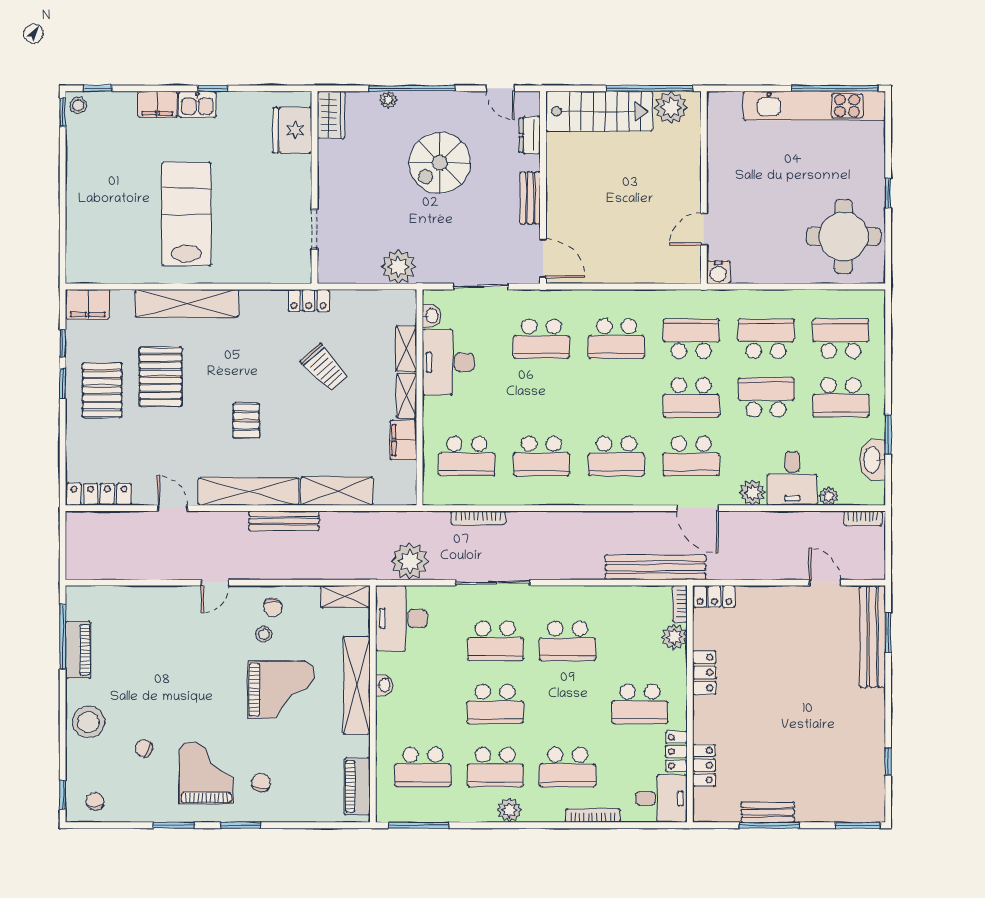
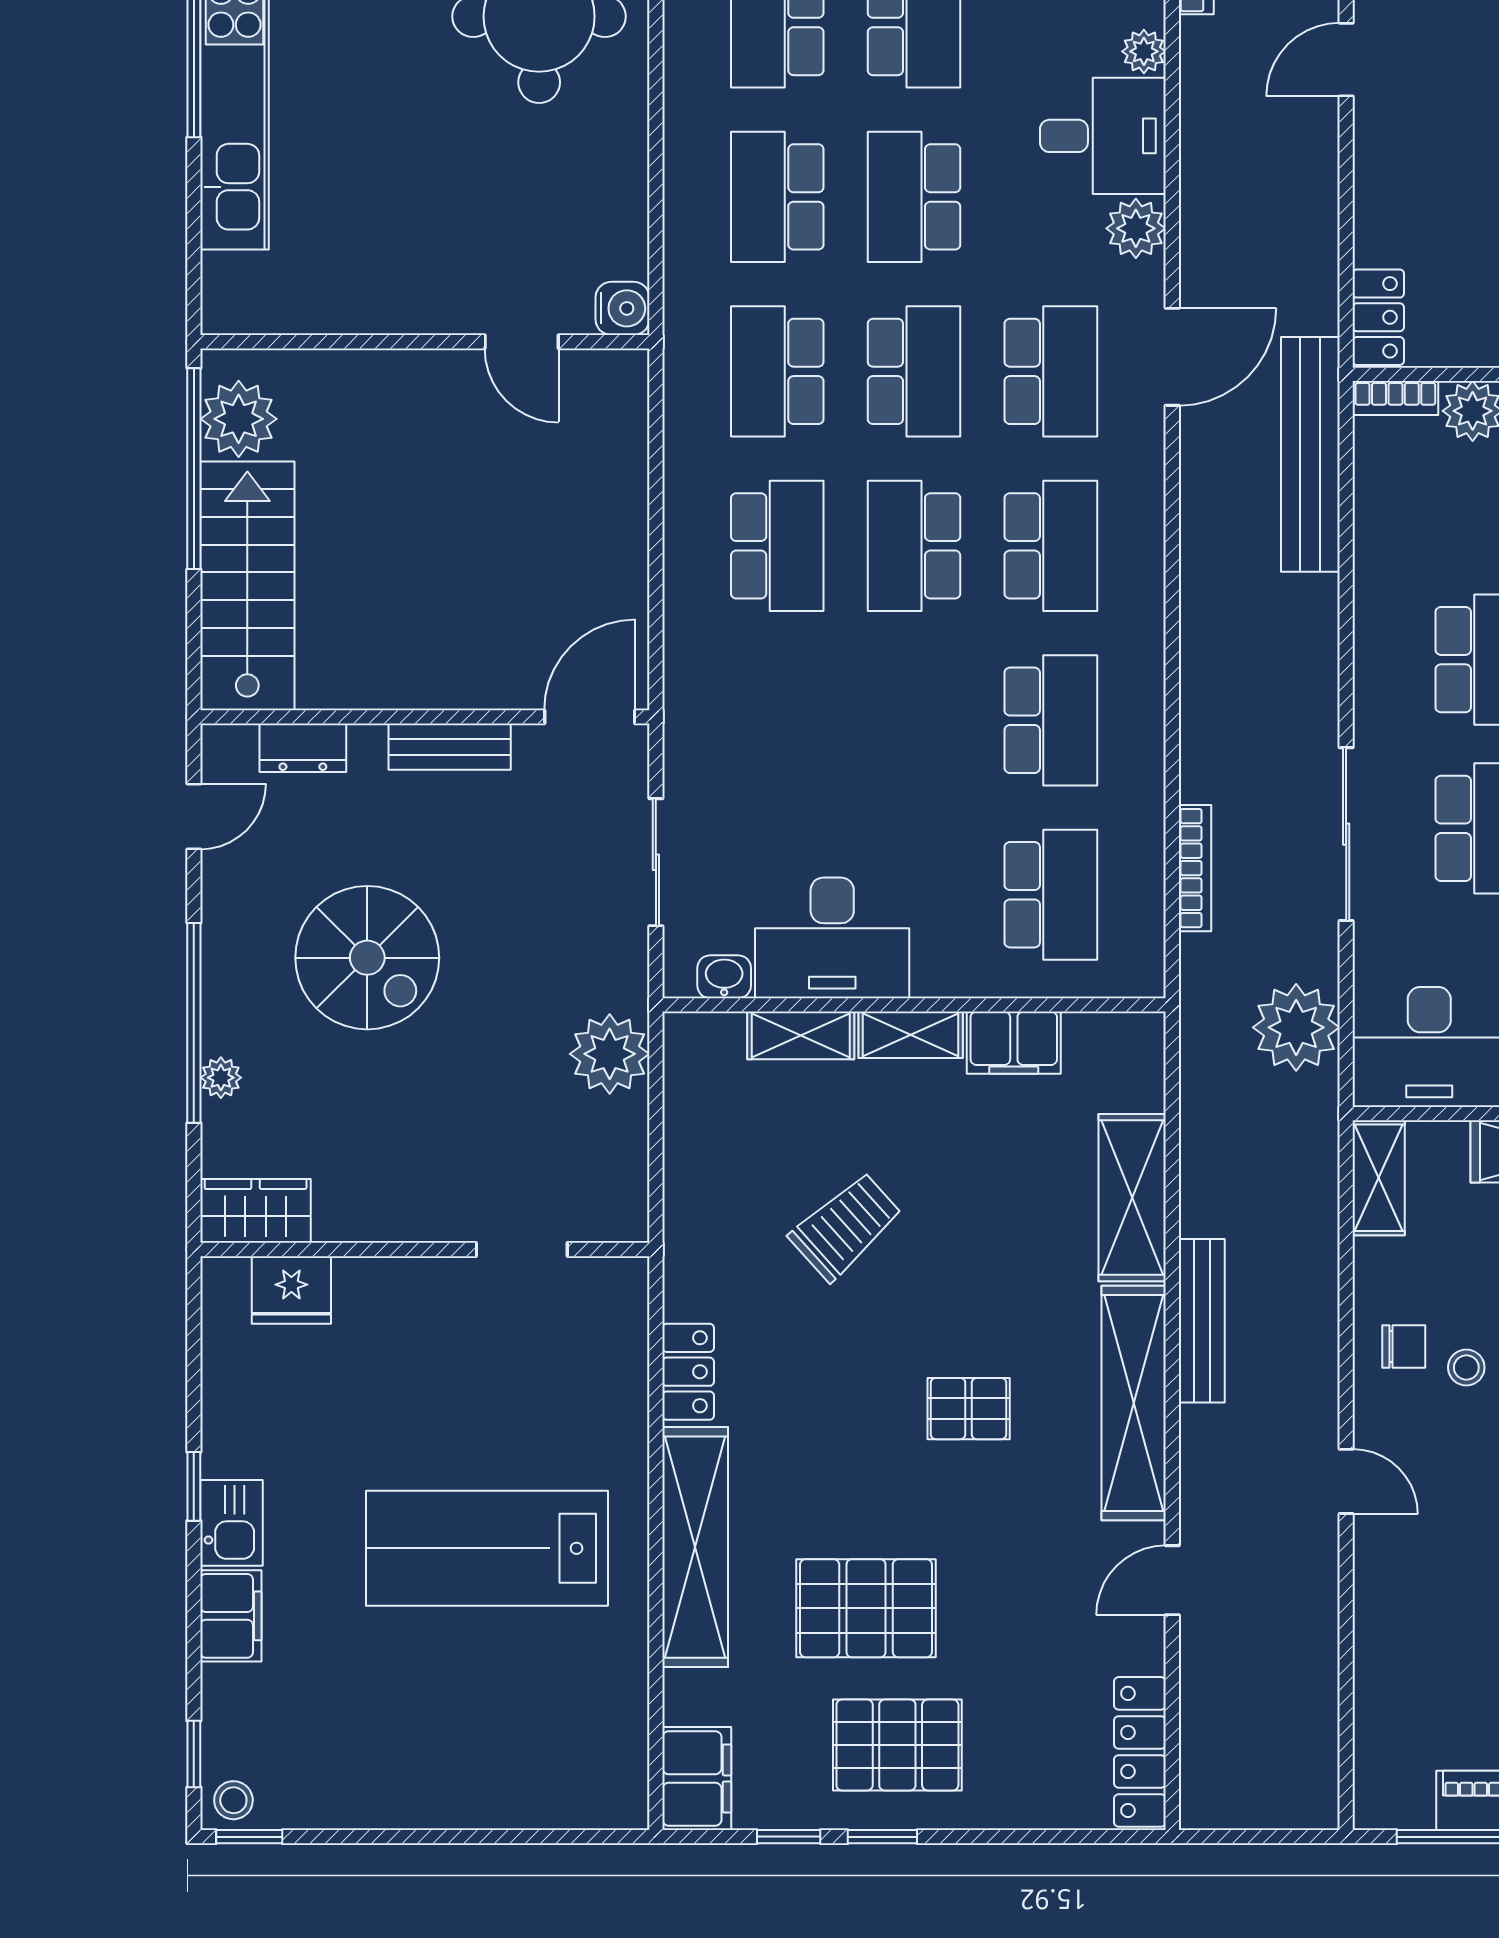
fridge: (292, 130) -> (291, 1290), width x0.73, depth x0.75
locker: (309, 300) -> (688, 1372), moved
school desk: (542, 339) -> (914, 546), moved, turned 180

